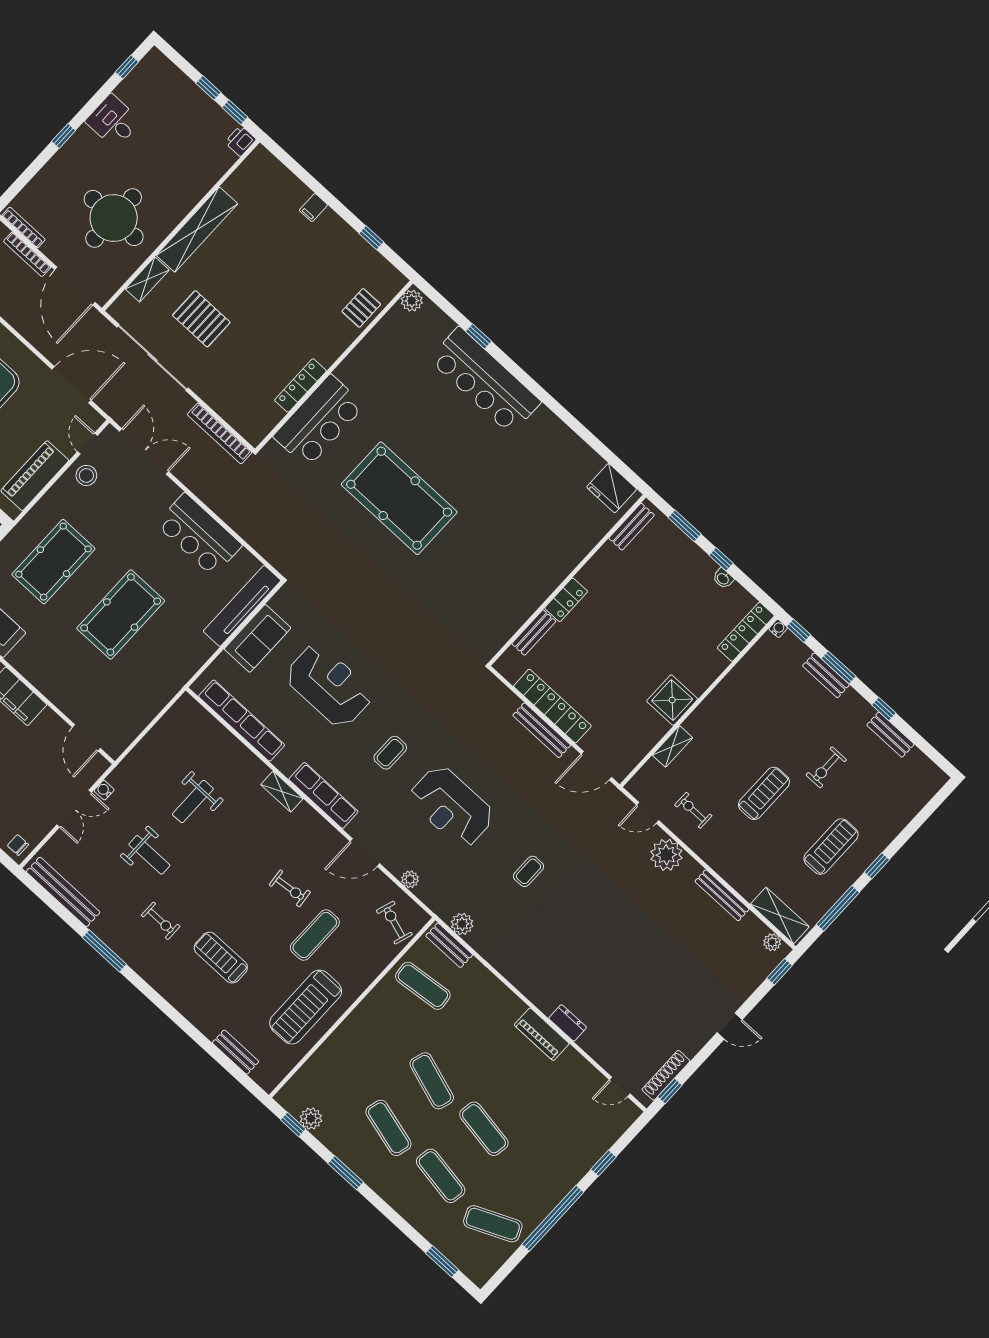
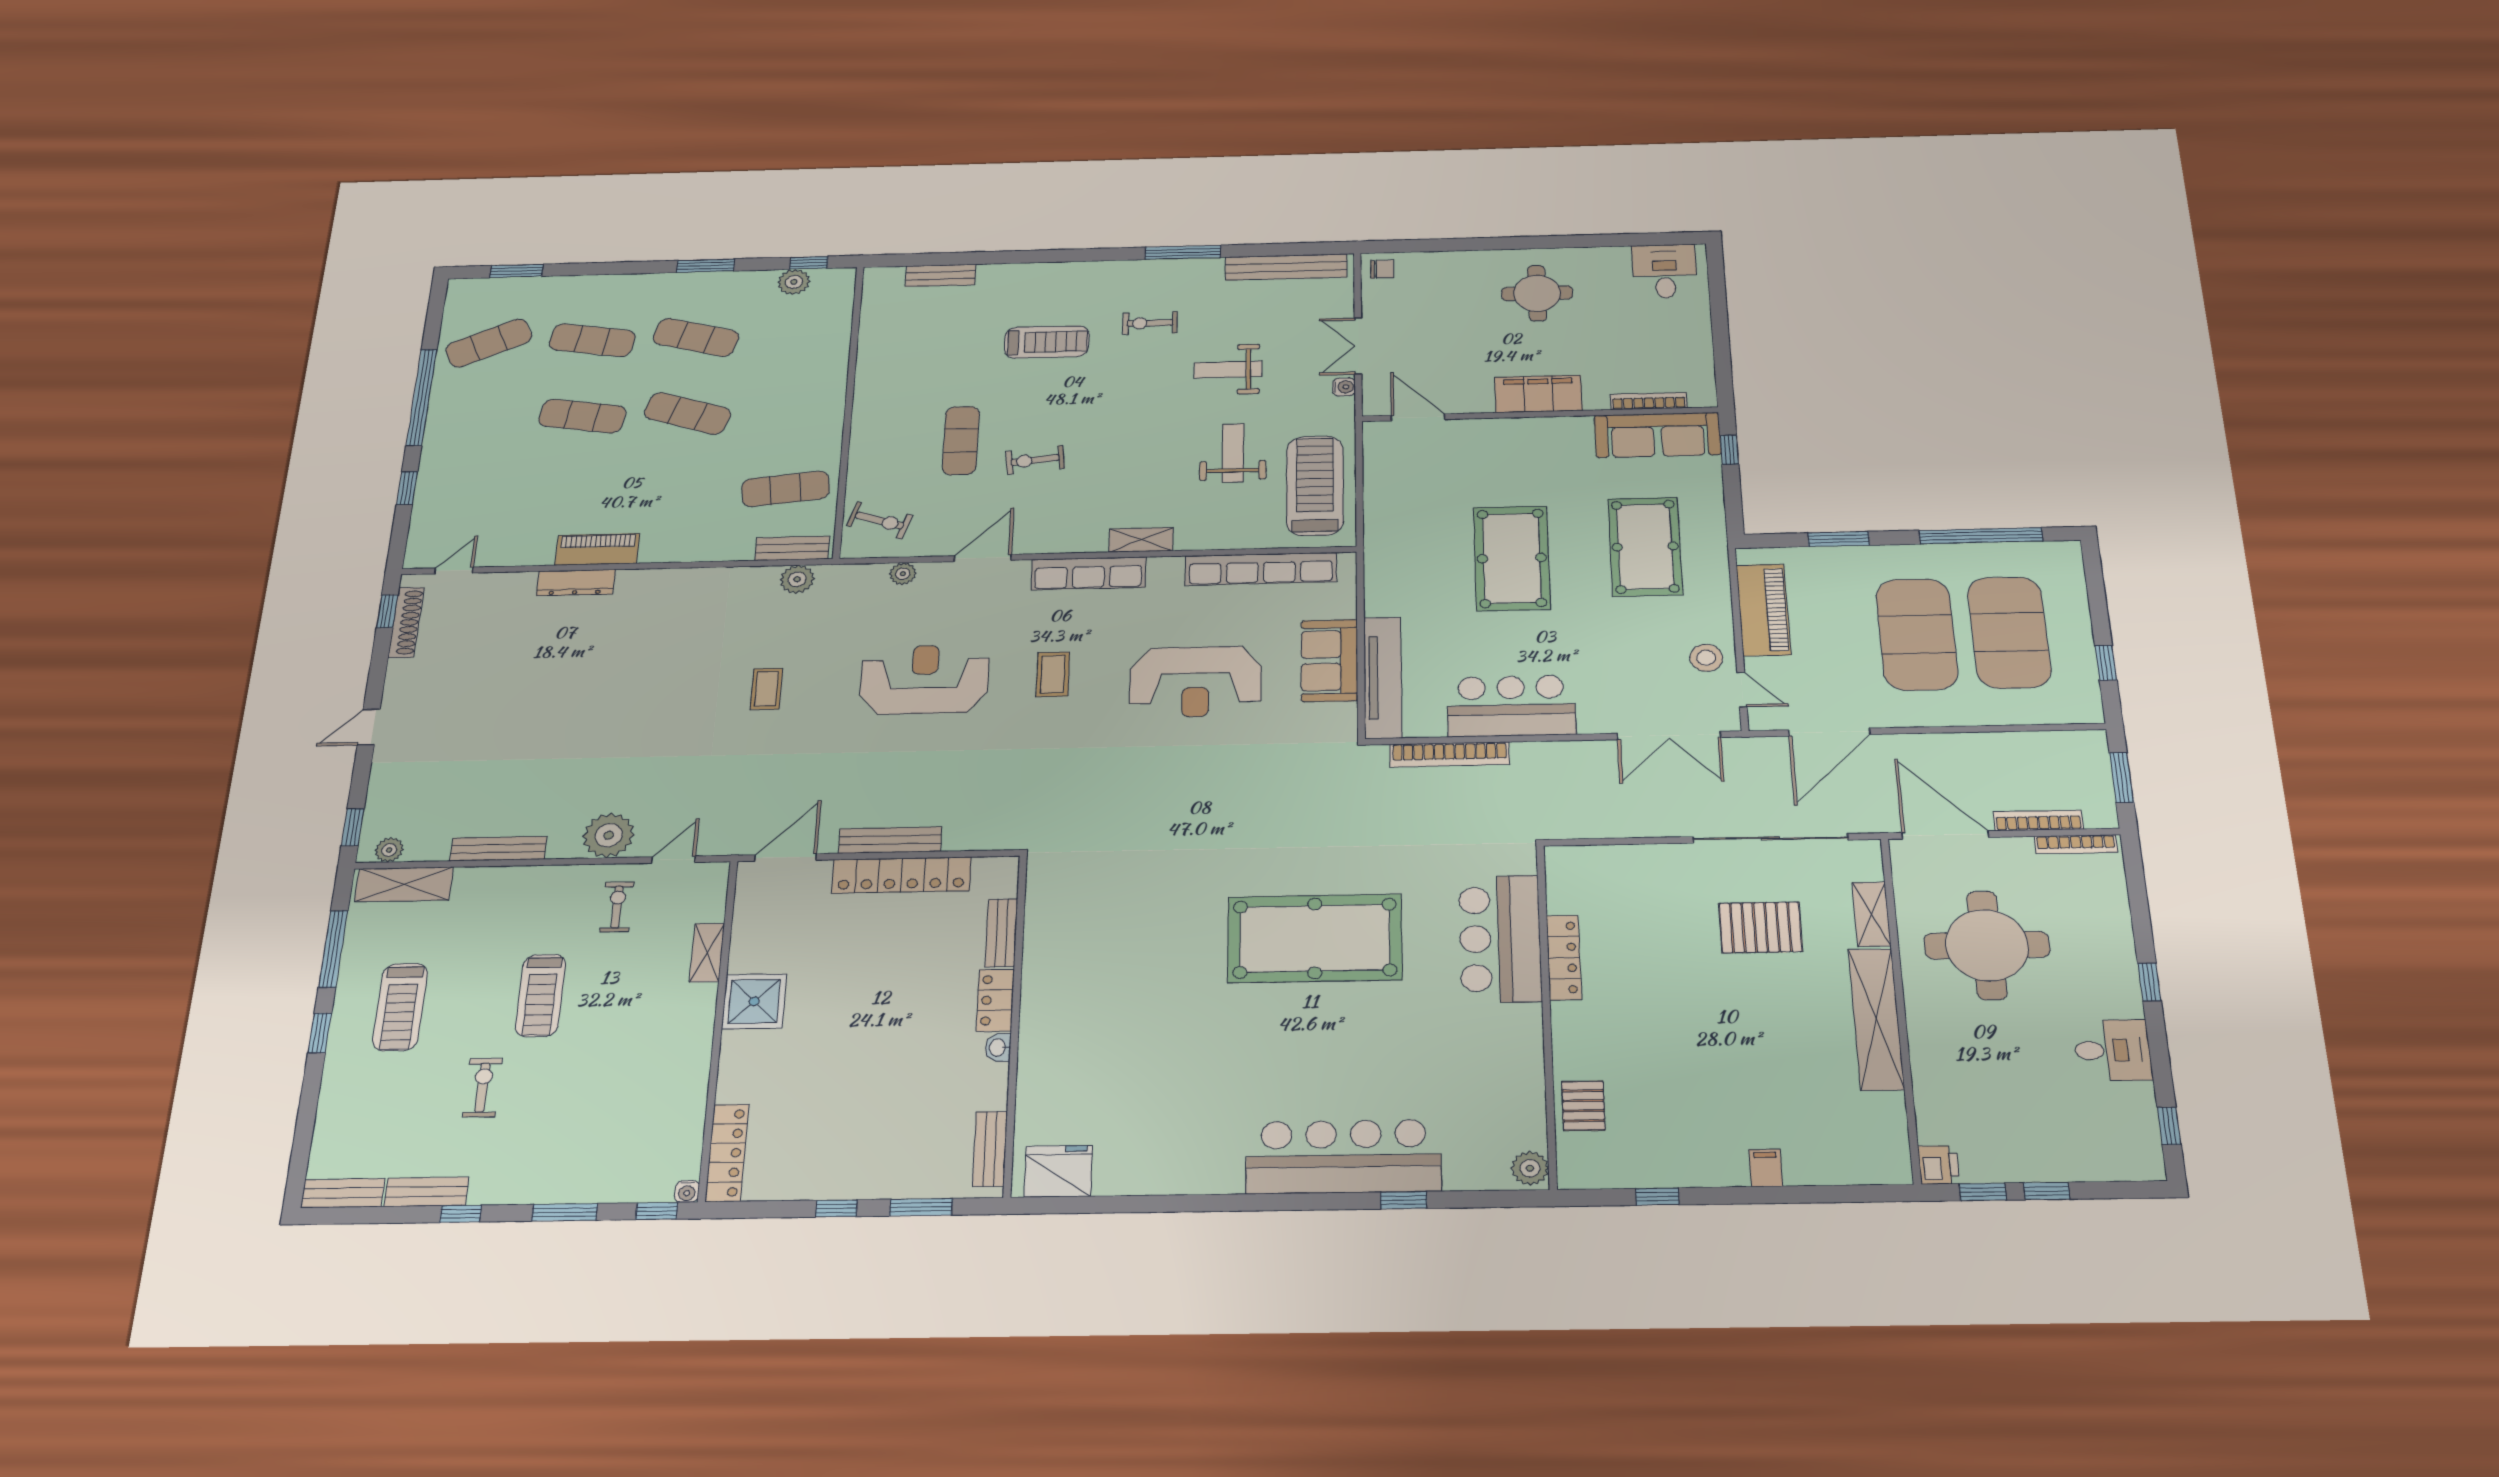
bookcase: (220, 433) -> (1449, 754), moved, turned 180
washbasin: (723, 578) -> (998, 1048), moved, turned -90
bench: (826, 675) -> (343, 1193), moved
exercise bike: (693, 810) -> (617, 907), turned -90
treadmill: (306, 1007) -> (1315, 486), moved
dresser: (568, 1023) -> (576, 583), width x1.44

